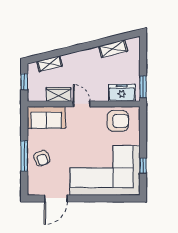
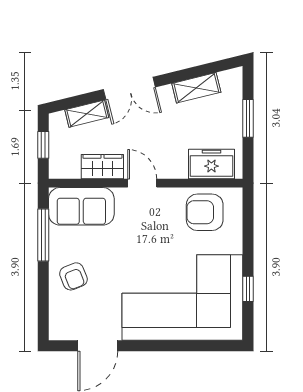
double door: (74, 49) -> (129, 88), added
window: (143, 87) -> (248, 118), moved
armchair: (118, 121) -> (205, 212), turned 180
window: (24, 156) -> (43, 235), moved

